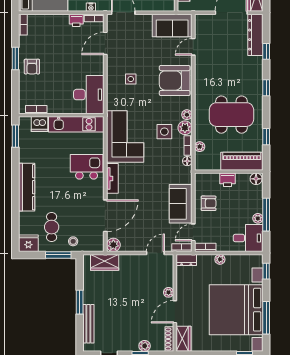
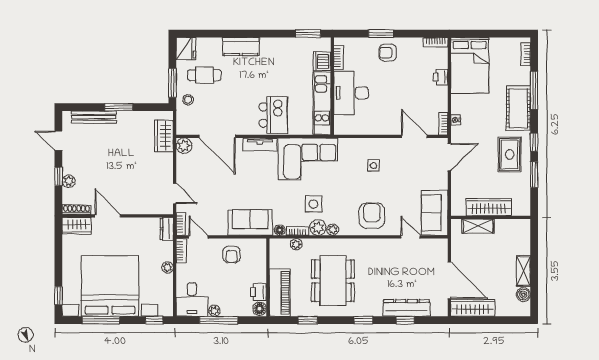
printer: (76, 20) -> (441, 77), moved
dresser: (255, 35) -> (407, 308), moved
window: (15, 58) -> (381, 34), moved
armchair: (175, 81) -> (372, 216), width x0.73, depth x0.73
desk: (89, 95) -> (351, 93), moved, turned 90
printer: (227, 180) -> (258, 292), moved
kitchen counter: (27, 187) -> (241, 47), width x0.67
sofa: (181, 204) -> (250, 223), moved
plant: (169, 292) -> (130, 209), removed

